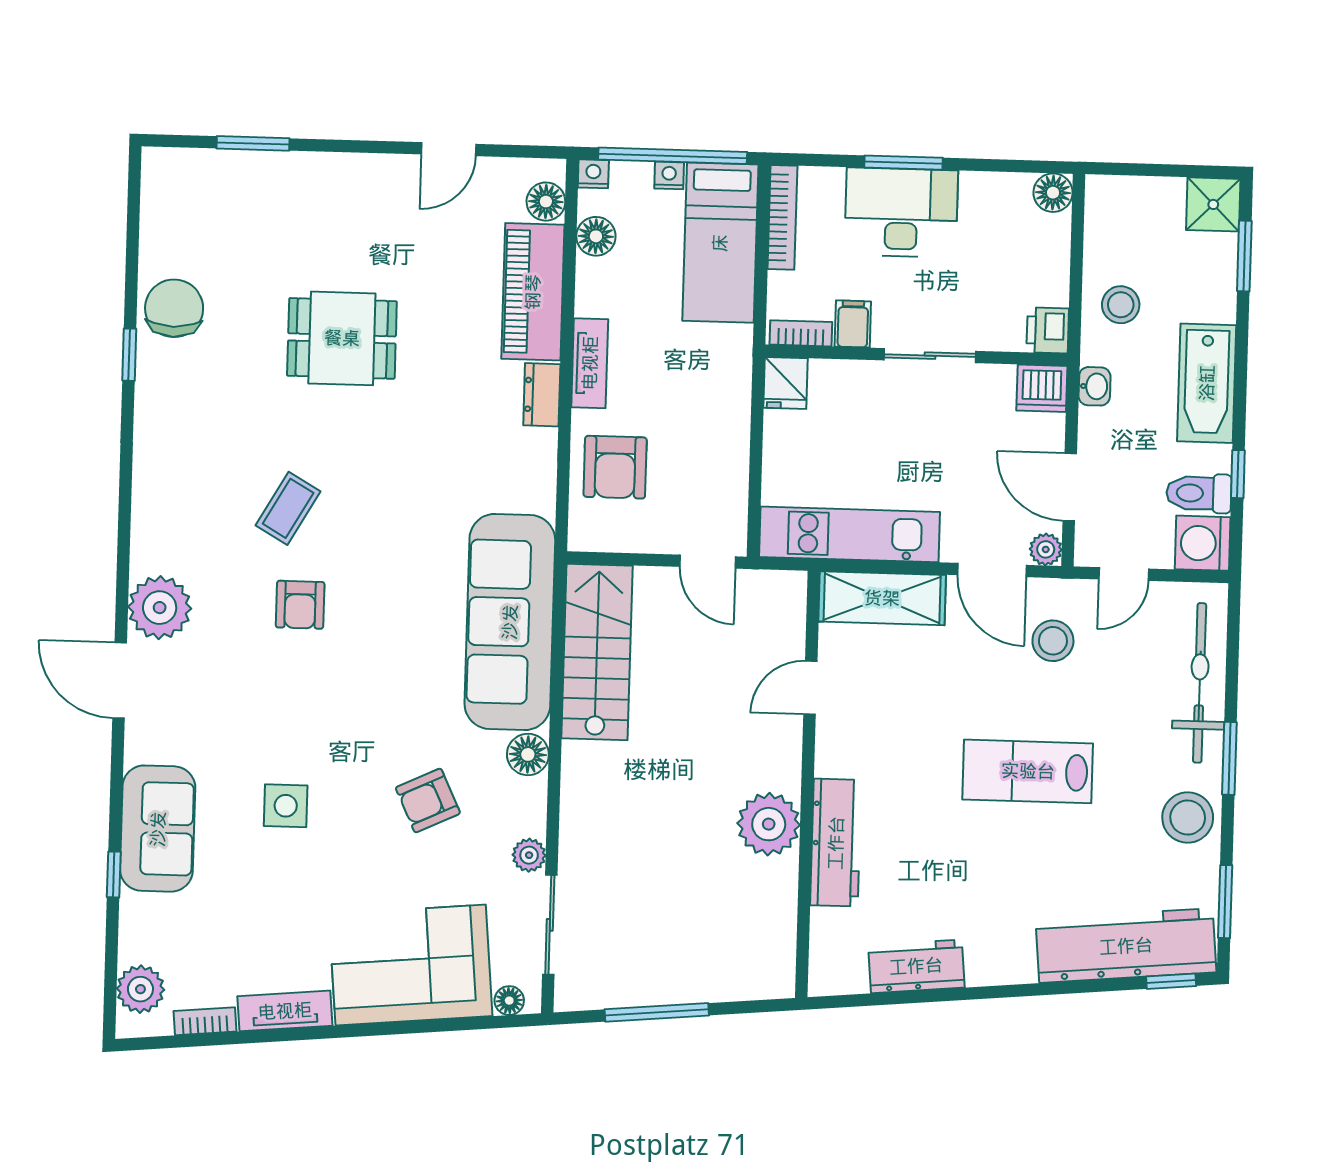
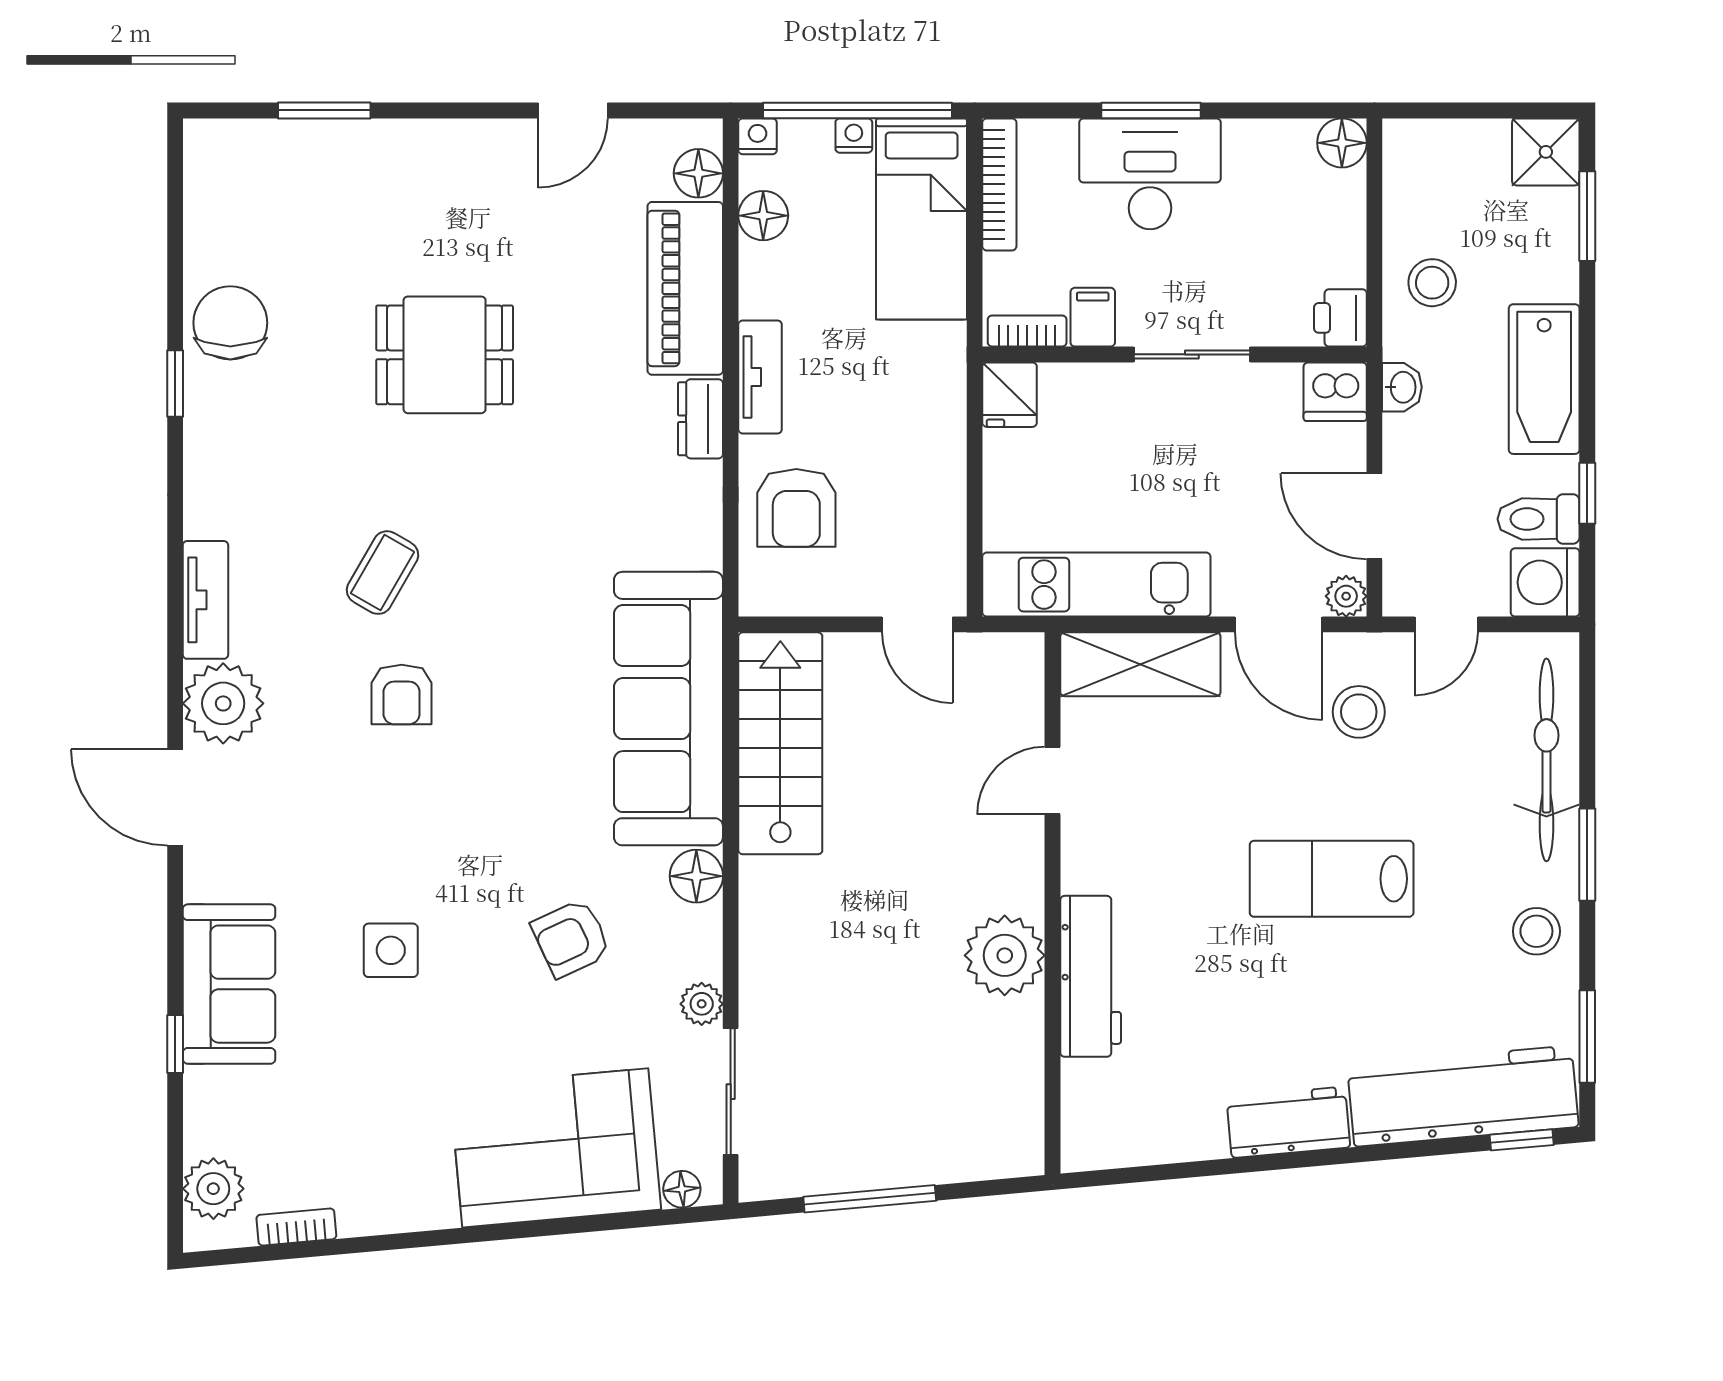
stool: (1188, 818) -> (1536, 931), width x0.73, depth x0.73
workbench: (916, 966) -> (1288, 1122), moved
tv unit: (285, 1011) -> (205, 600), moved, turned 95

